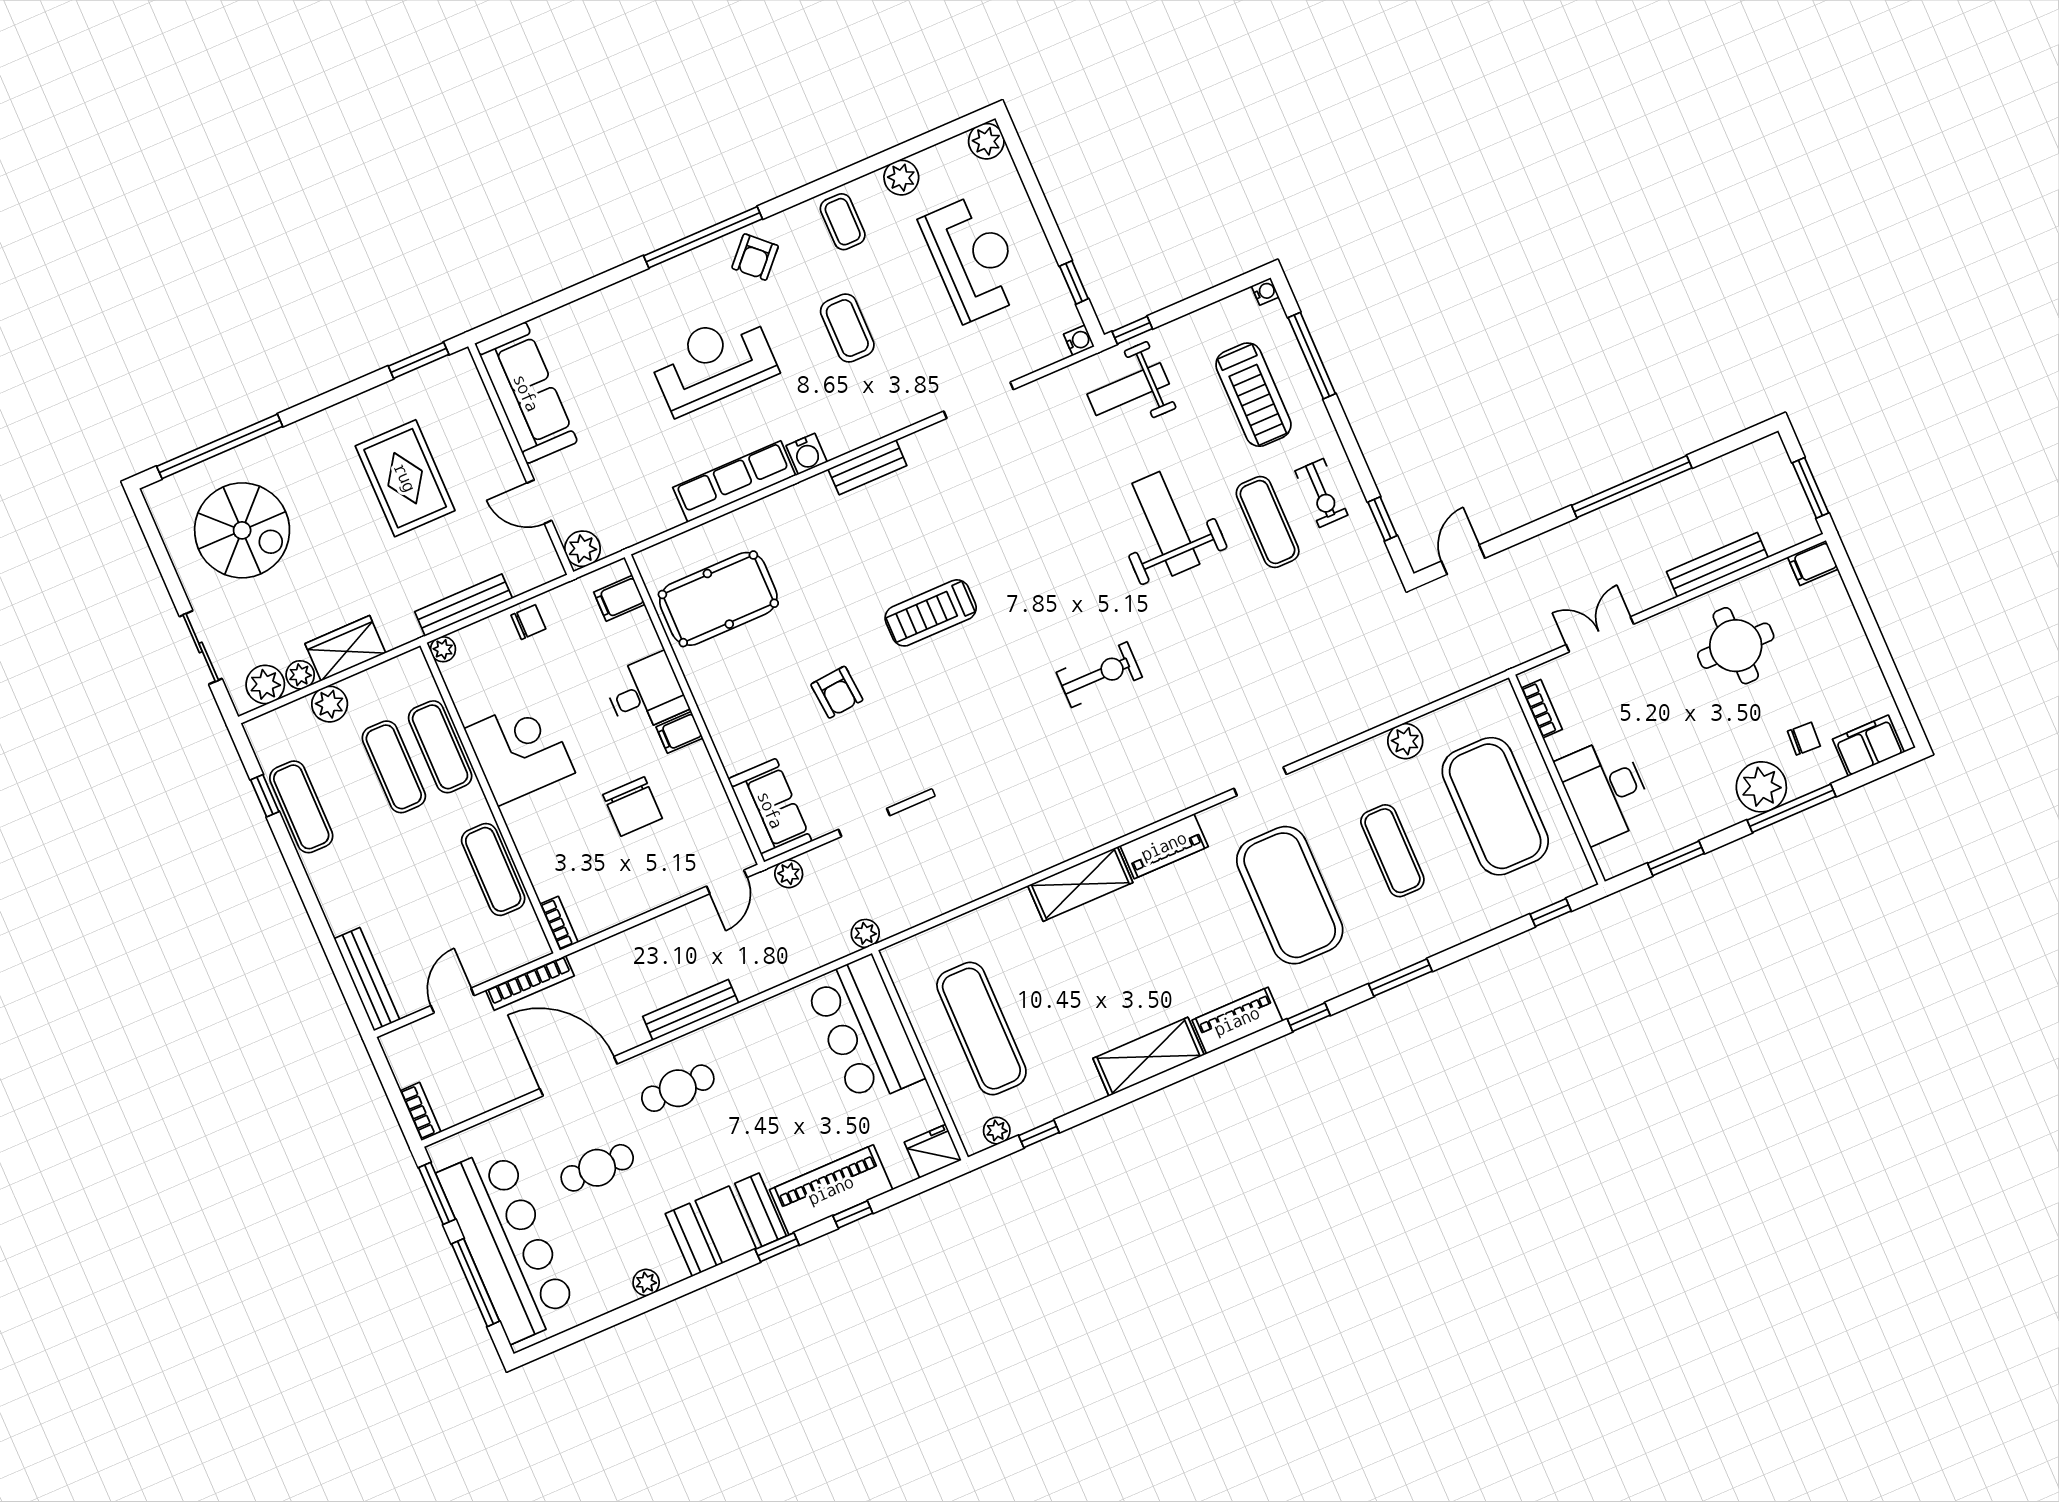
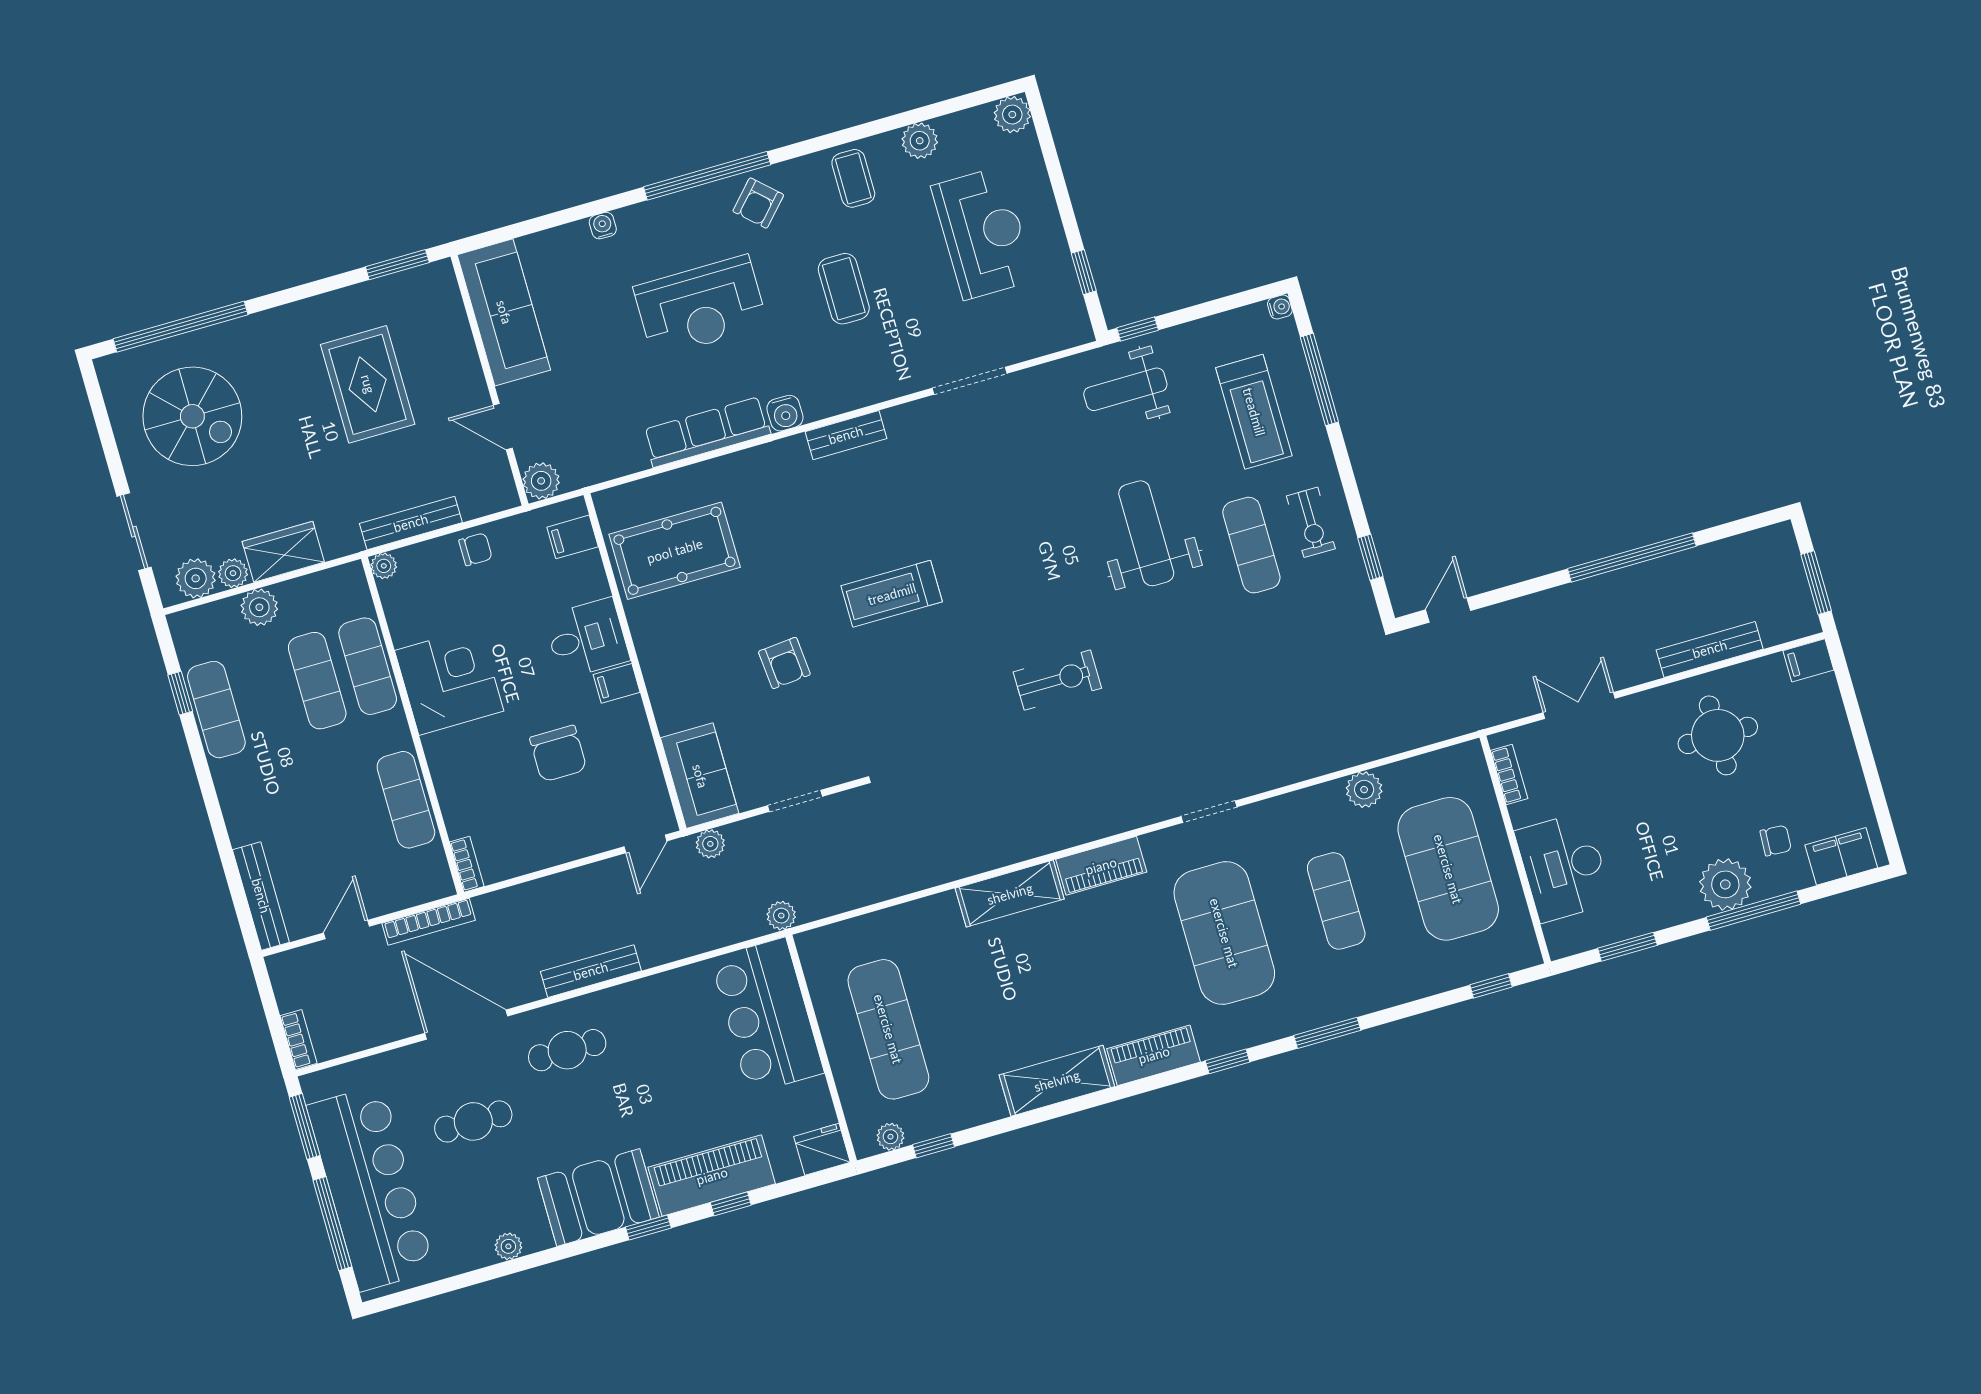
water cooler: (1079, 340) -> (603, 226), moved, turned -90
reception desk: (713, 363) -> (701, 306), turned 180

